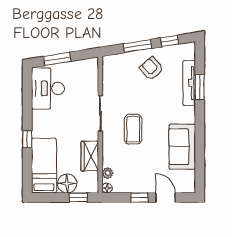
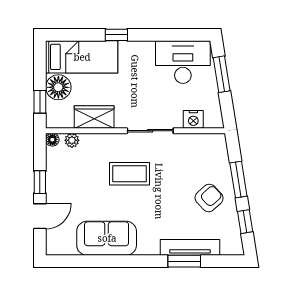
nightstand: (92, 80) -> (193, 119), added

